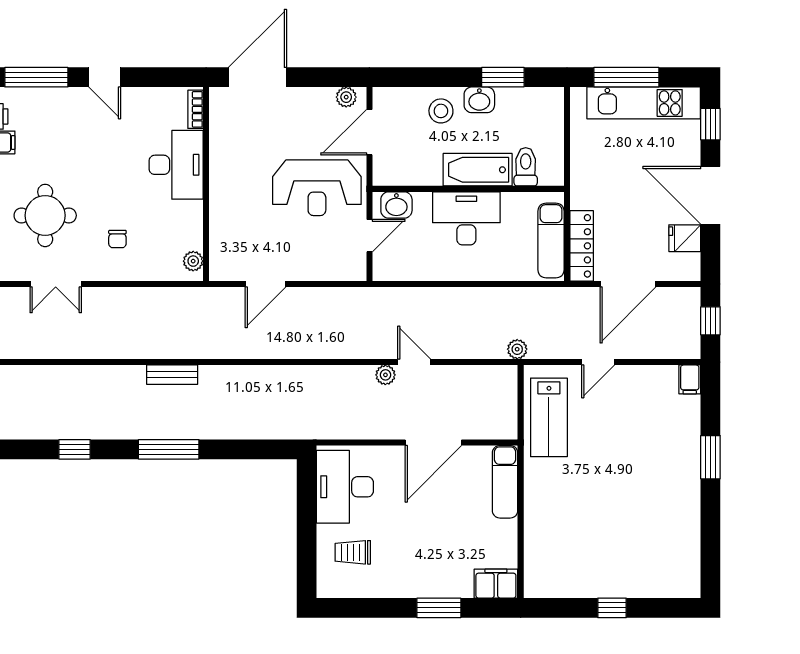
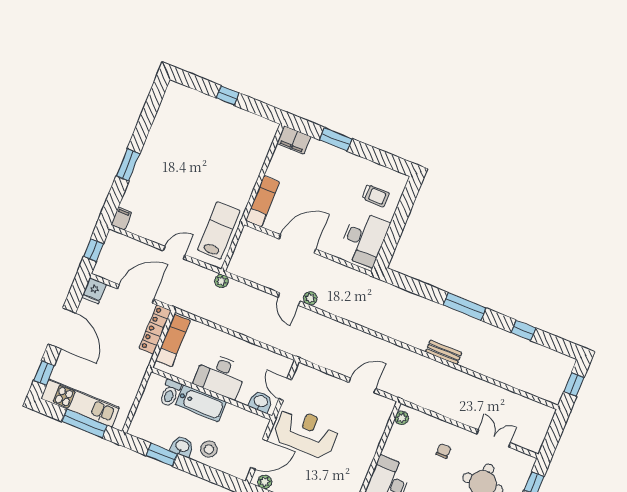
door: (369, 236) -> (285, 389), hinge flipped
fridge: (685, 238) -> (94, 291), moved, turned 90

